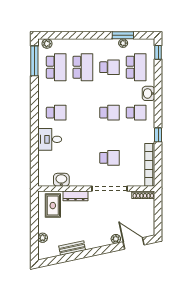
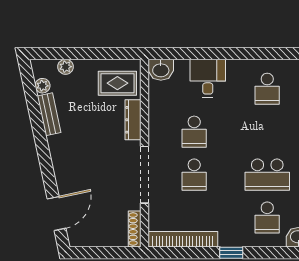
school desk: (110, 113) -> (267, 175), width x1.85
desk: (50, 139) -> (208, 78), moved
school desk: (83, 158) -> (194, 132), added
washbasin: (61, 180) -> (161, 70), moved, turned 90
plant: (116, 239) -> (43, 86), moved

